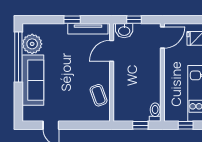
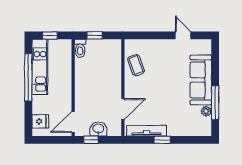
window: (134, 20) -> (91, 140), moved
washbasin: (124, 31) -> (98, 129), moved
plant: (32, 44) -> (206, 111), width x0.53, depth x0.53
window: (18, 57) -> (215, 103), width x0.68

